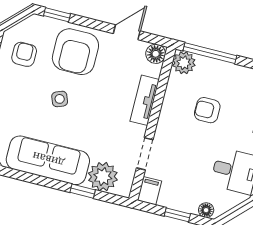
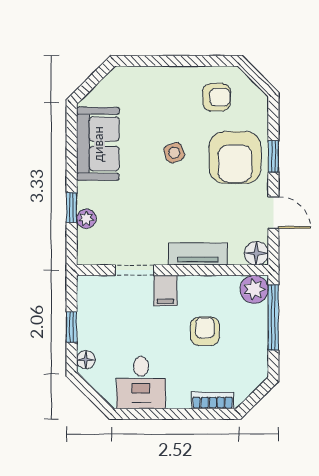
window: (57, 15) -> (273, 157), moved
armchair: (75, 52) -> (235, 157), turned -90
sofa: (48, 160) -> (98, 144), width x0.73
plant: (103, 177) -> (86, 219), width x0.53, depth x0.53
filing cabinet: (149, 191) -> (165, 291), moved, turned 90

